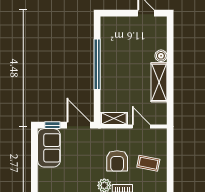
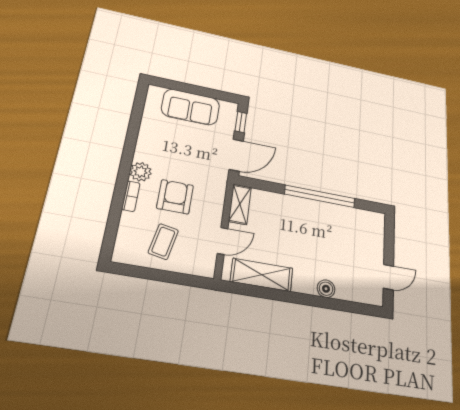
shelving: (159, 82) -> (262, 275), moved
sofa: (49, 148) -> (191, 107), moved
armchair: (117, 161) -> (175, 197), turned 90

